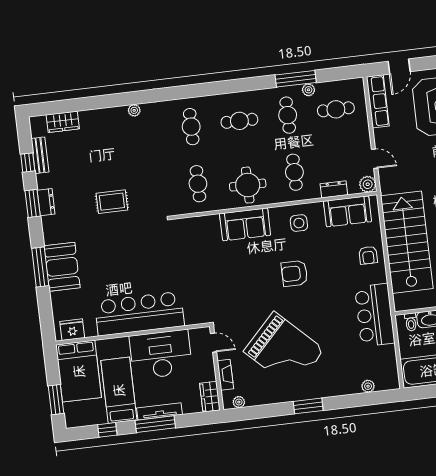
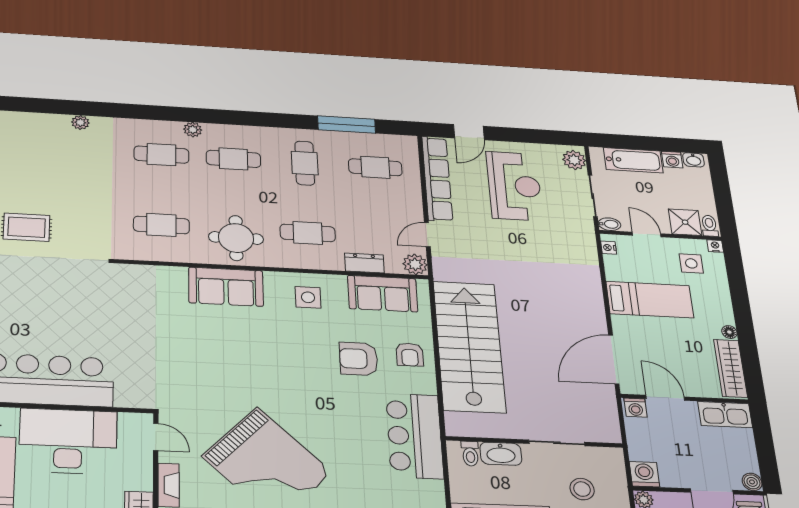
window: (296, 79) -> (347, 125), moved
plant: (308, 90) -> (193, 130), moved
row of seats: (378, 101) -> (437, 179), width x1.36
cafe table: (191, 127) -> (161, 155), turned 90
door: (375, 159) -> (427, 235), swing flipped
cafe table: (294, 172) -> (308, 233), turned 90
cafe table: (198, 184) -> (161, 225), turned 90
armchair: (294, 273) -> (359, 359), moved

